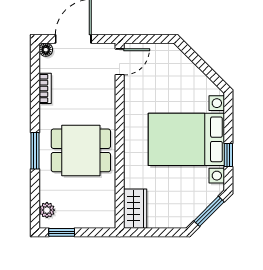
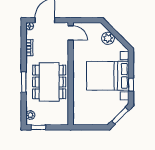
door: (120, 62) -> (71, 33), hinge flipped
plant: (187, 72) -> (108, 38), added
dining table: (81, 150) -> (49, 82), width x1.37
wardrobe: (135, 209) -> (79, 114), removed

